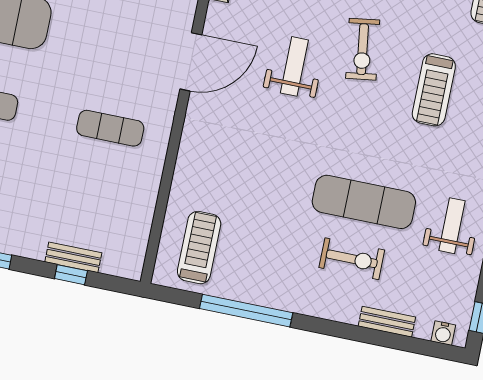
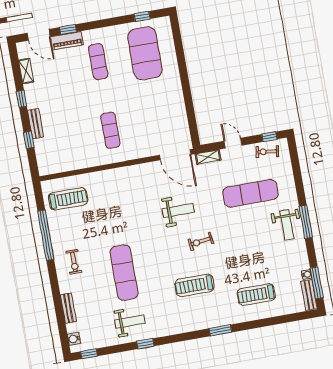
exercise bike: (363, 49) -> (201, 241), width x0.73, depth x0.72
door: (191, 62) -> (175, 155), moved
bench: (73, 257) -> (36, 124), moved
exercise bike: (352, 259) -> (74, 262), moved, width x0.73, depth x0.72

